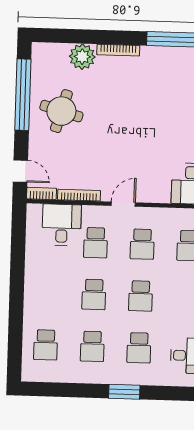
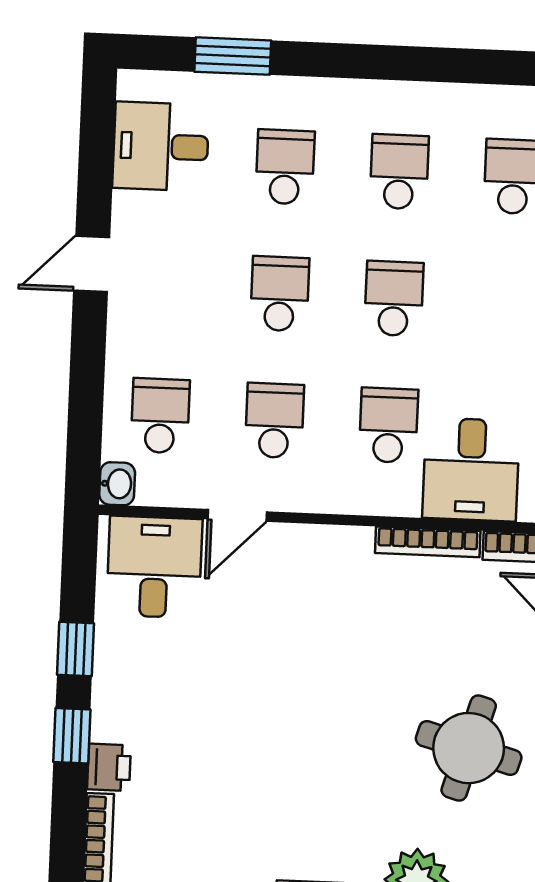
door: (123, 204) -> (237, 515), moved
window: (124, 392) -> (233, 56), moved

